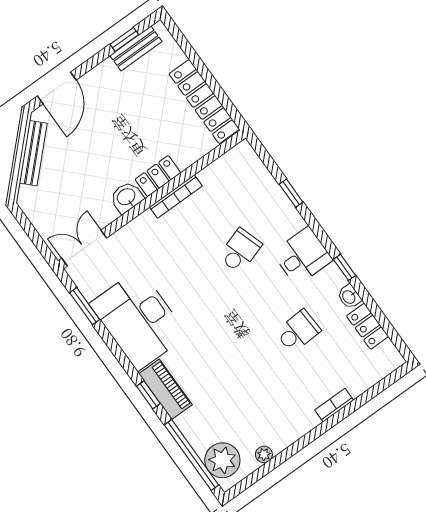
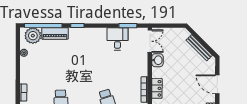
door: (57, 88) -> (217, 84), moved
washbasin: (127, 197) -> (157, 60), moved
desk: (139, 320) -> (117, 39), width x0.53, depth x0.77
piano: (165, 389) -> (55, 33), moved

